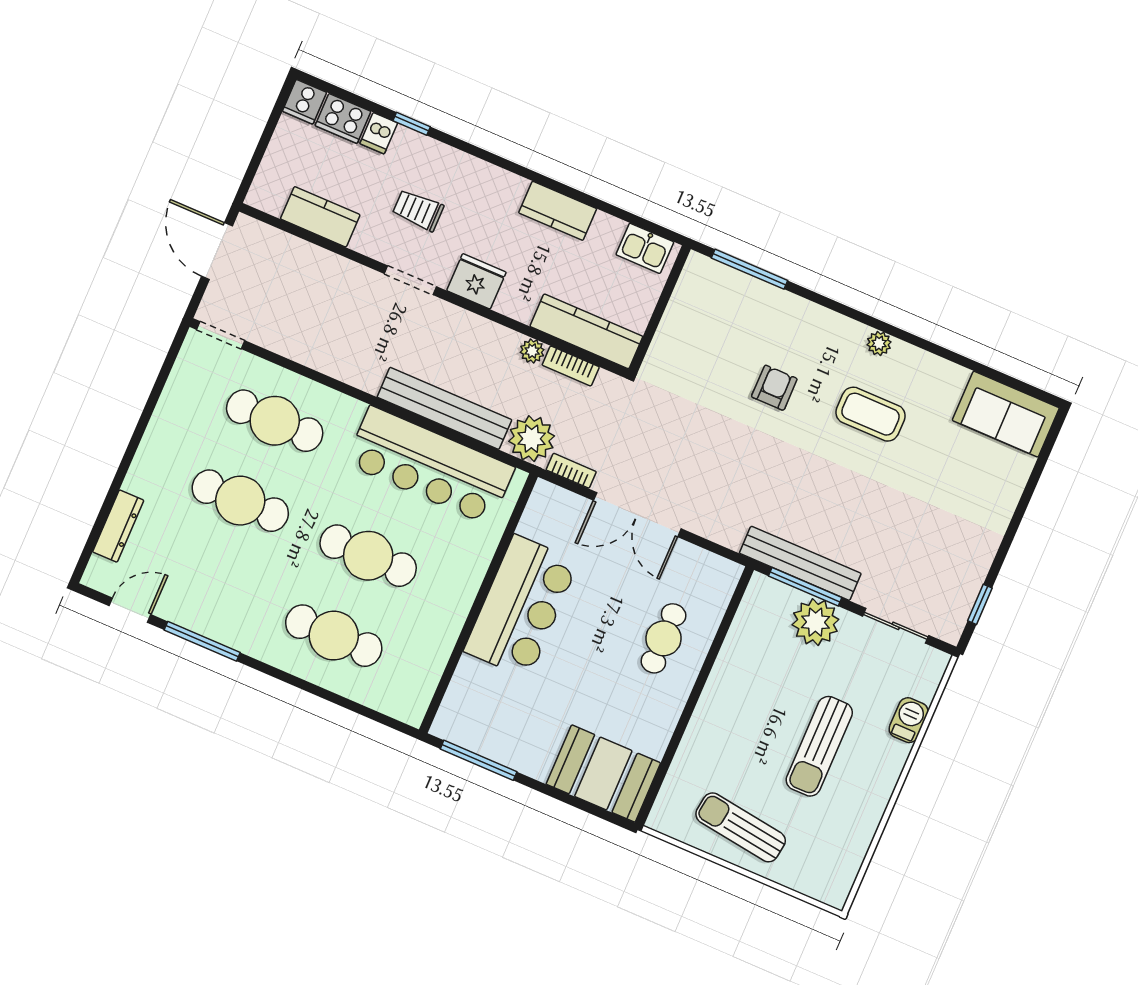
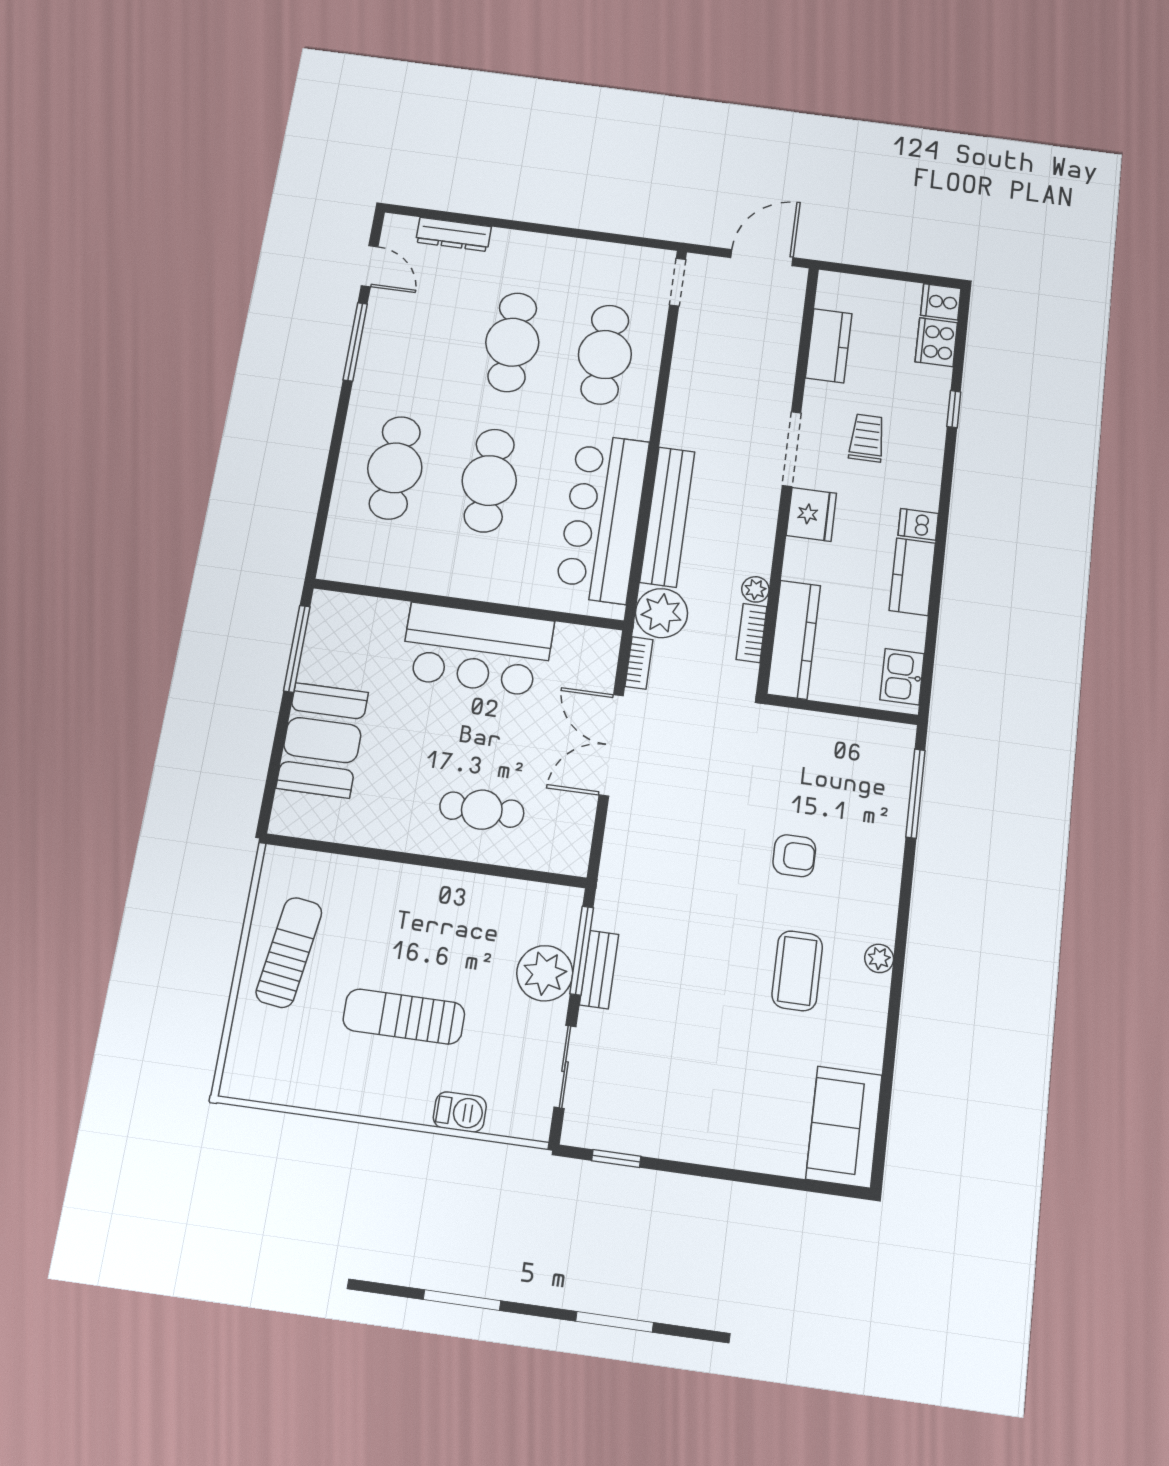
dishwasher: (379, 133) -> (918, 524), moved
doorway: (410, 280) -> (792, 449), width x1.38
bench: (800, 563) -> (599, 970), width x0.54, depth x0.82
booth: (603, 774) -> (322, 740), moved

